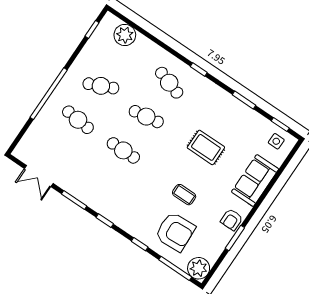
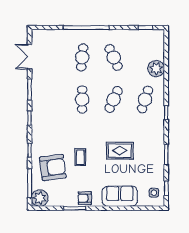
plant: (125, 35) -> (156, 69), moved
cafe table: (146, 117) -> (114, 99), turned 33
rug: (206, 147) -> (120, 151), turned 90
armchair: (175, 232) -> (53, 167), turned -95

